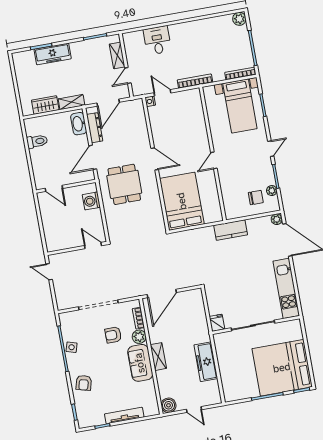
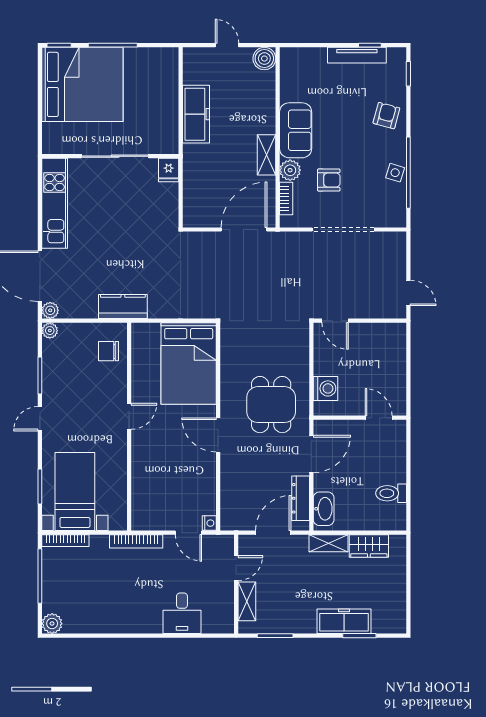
plant: (272, 191) -> (50, 331), moved
chair: (256, 198) -> (109, 351), moved
shelving: (158, 357) -> (267, 155), moved
tv unit: (124, 415) -> (357, 55), moved

